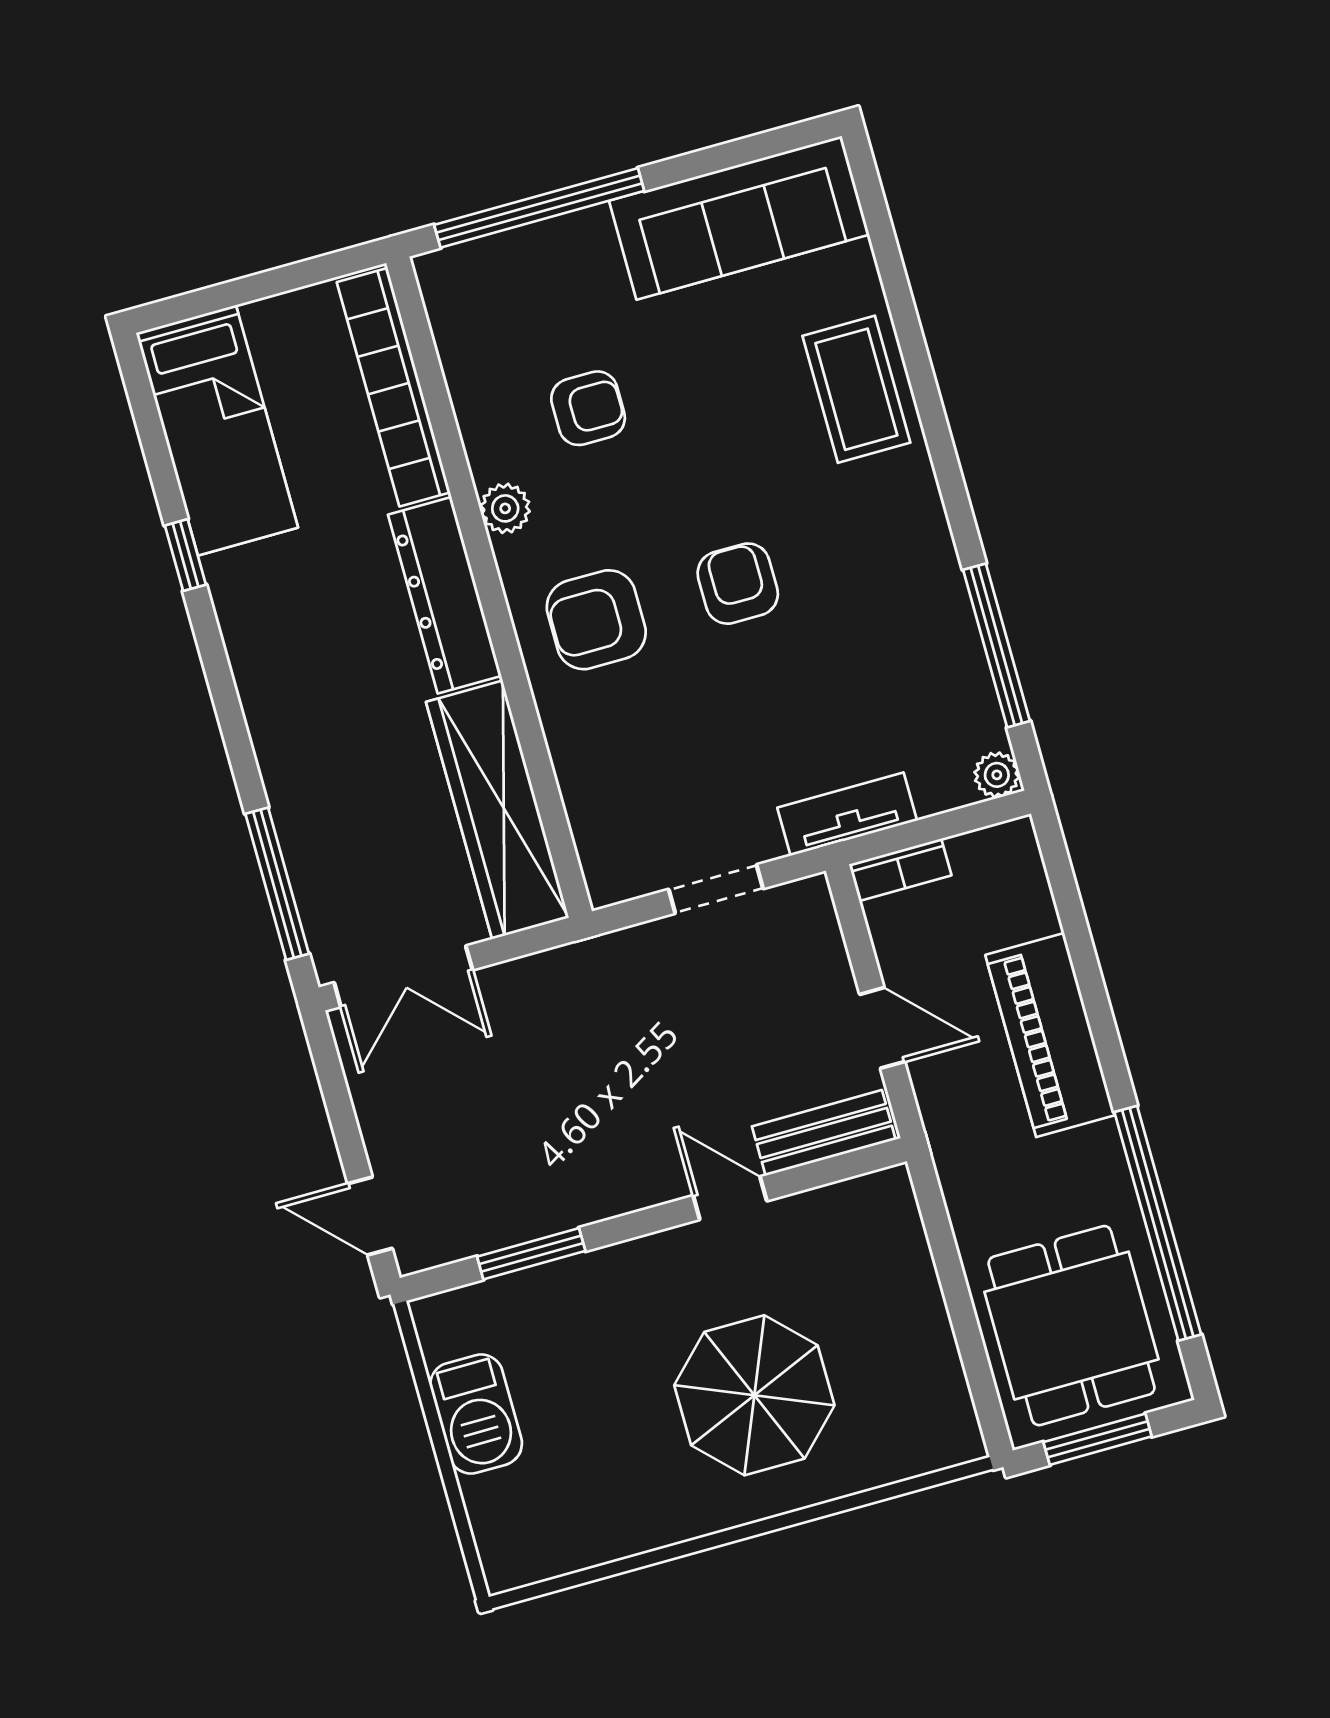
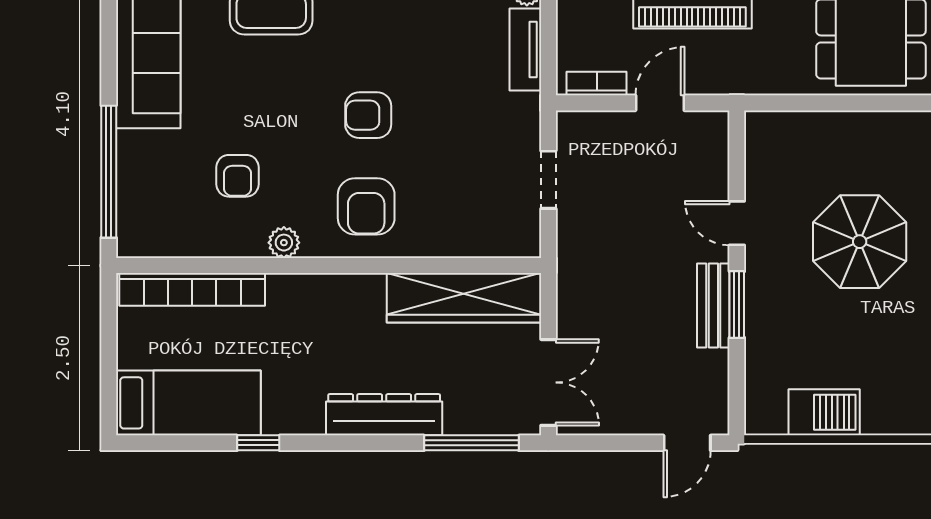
armchair: (588, 408) -> (238, 176), turned 180
dresser: (445, 595) -> (384, 415), moved, turned 180
tv unit: (847, 814) -> (525, 49), moved
bookcase: (900, 870) -> (597, 84), moved, turned -90
bench: (824, 1133) -> (713, 306), moved
door: (730, 1198) -> (737, 223), hinge flipped
window: (531, 1254) -> (737, 304), moved

